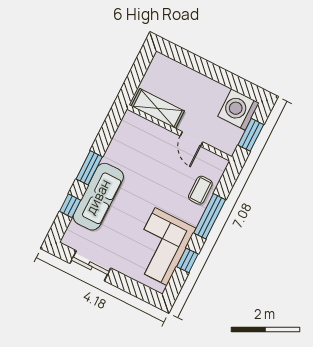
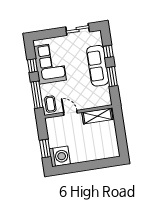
shelving: (158, 108) -> (97, 116), moved
wall: (179, 133) -> (78, 112), moved
door: (191, 139) -> (70, 113), moved

